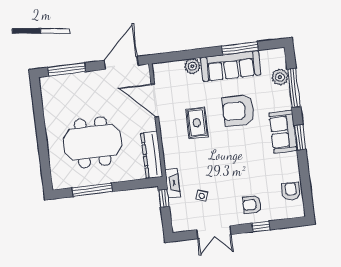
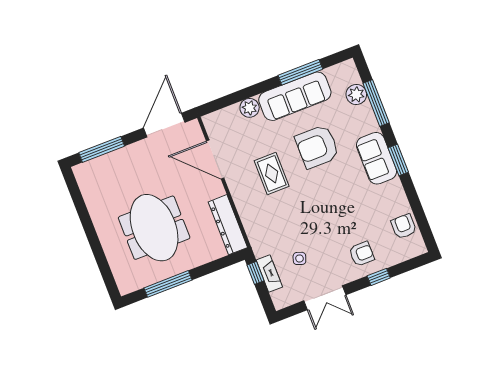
meeting table: (93, 142) -> (154, 228), turned 90
fireplace: (173, 183) -> (269, 273), moved
armchair: (252, 205) -> (362, 254), turned 180

